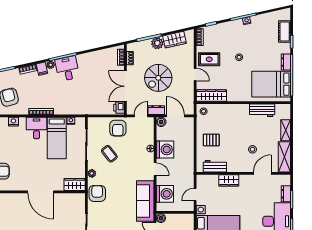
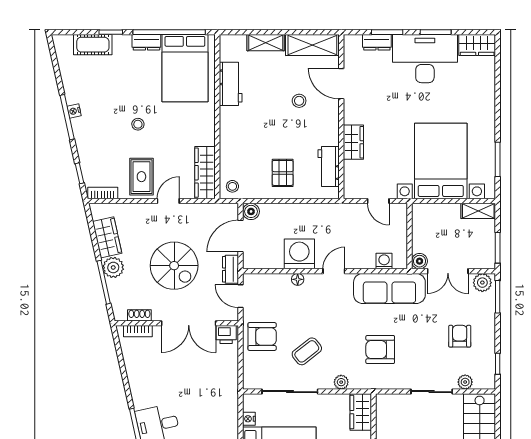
boiler: (161, 122) -> (251, 211), moved
armchair: (97, 193) -> (380, 350), moved
washing machine: (165, 194) -> (384, 261), width x0.53, depth x0.53

